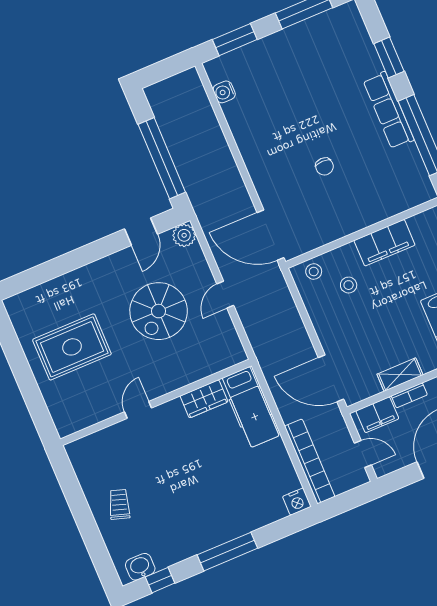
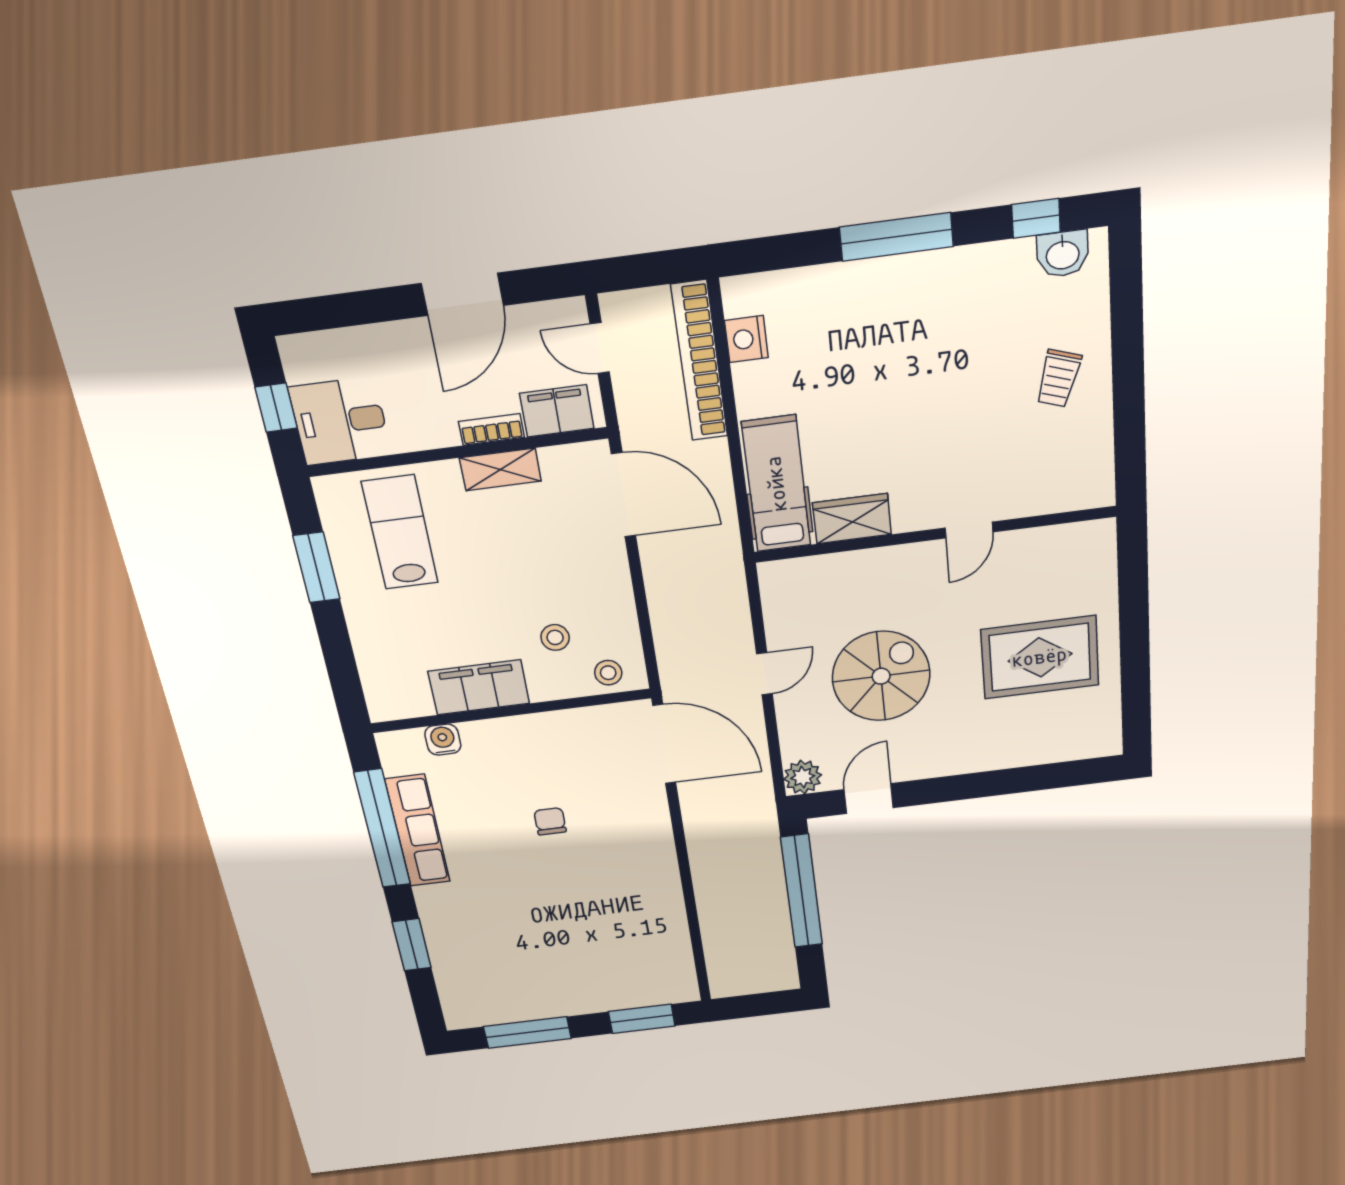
water cooler: (224, 92) -> (443, 740), moved, turned -90
row of seats: (389, 110) -> (418, 831), moved
nightstand: (297, 502) -> (746, 339), moved, turned -90

